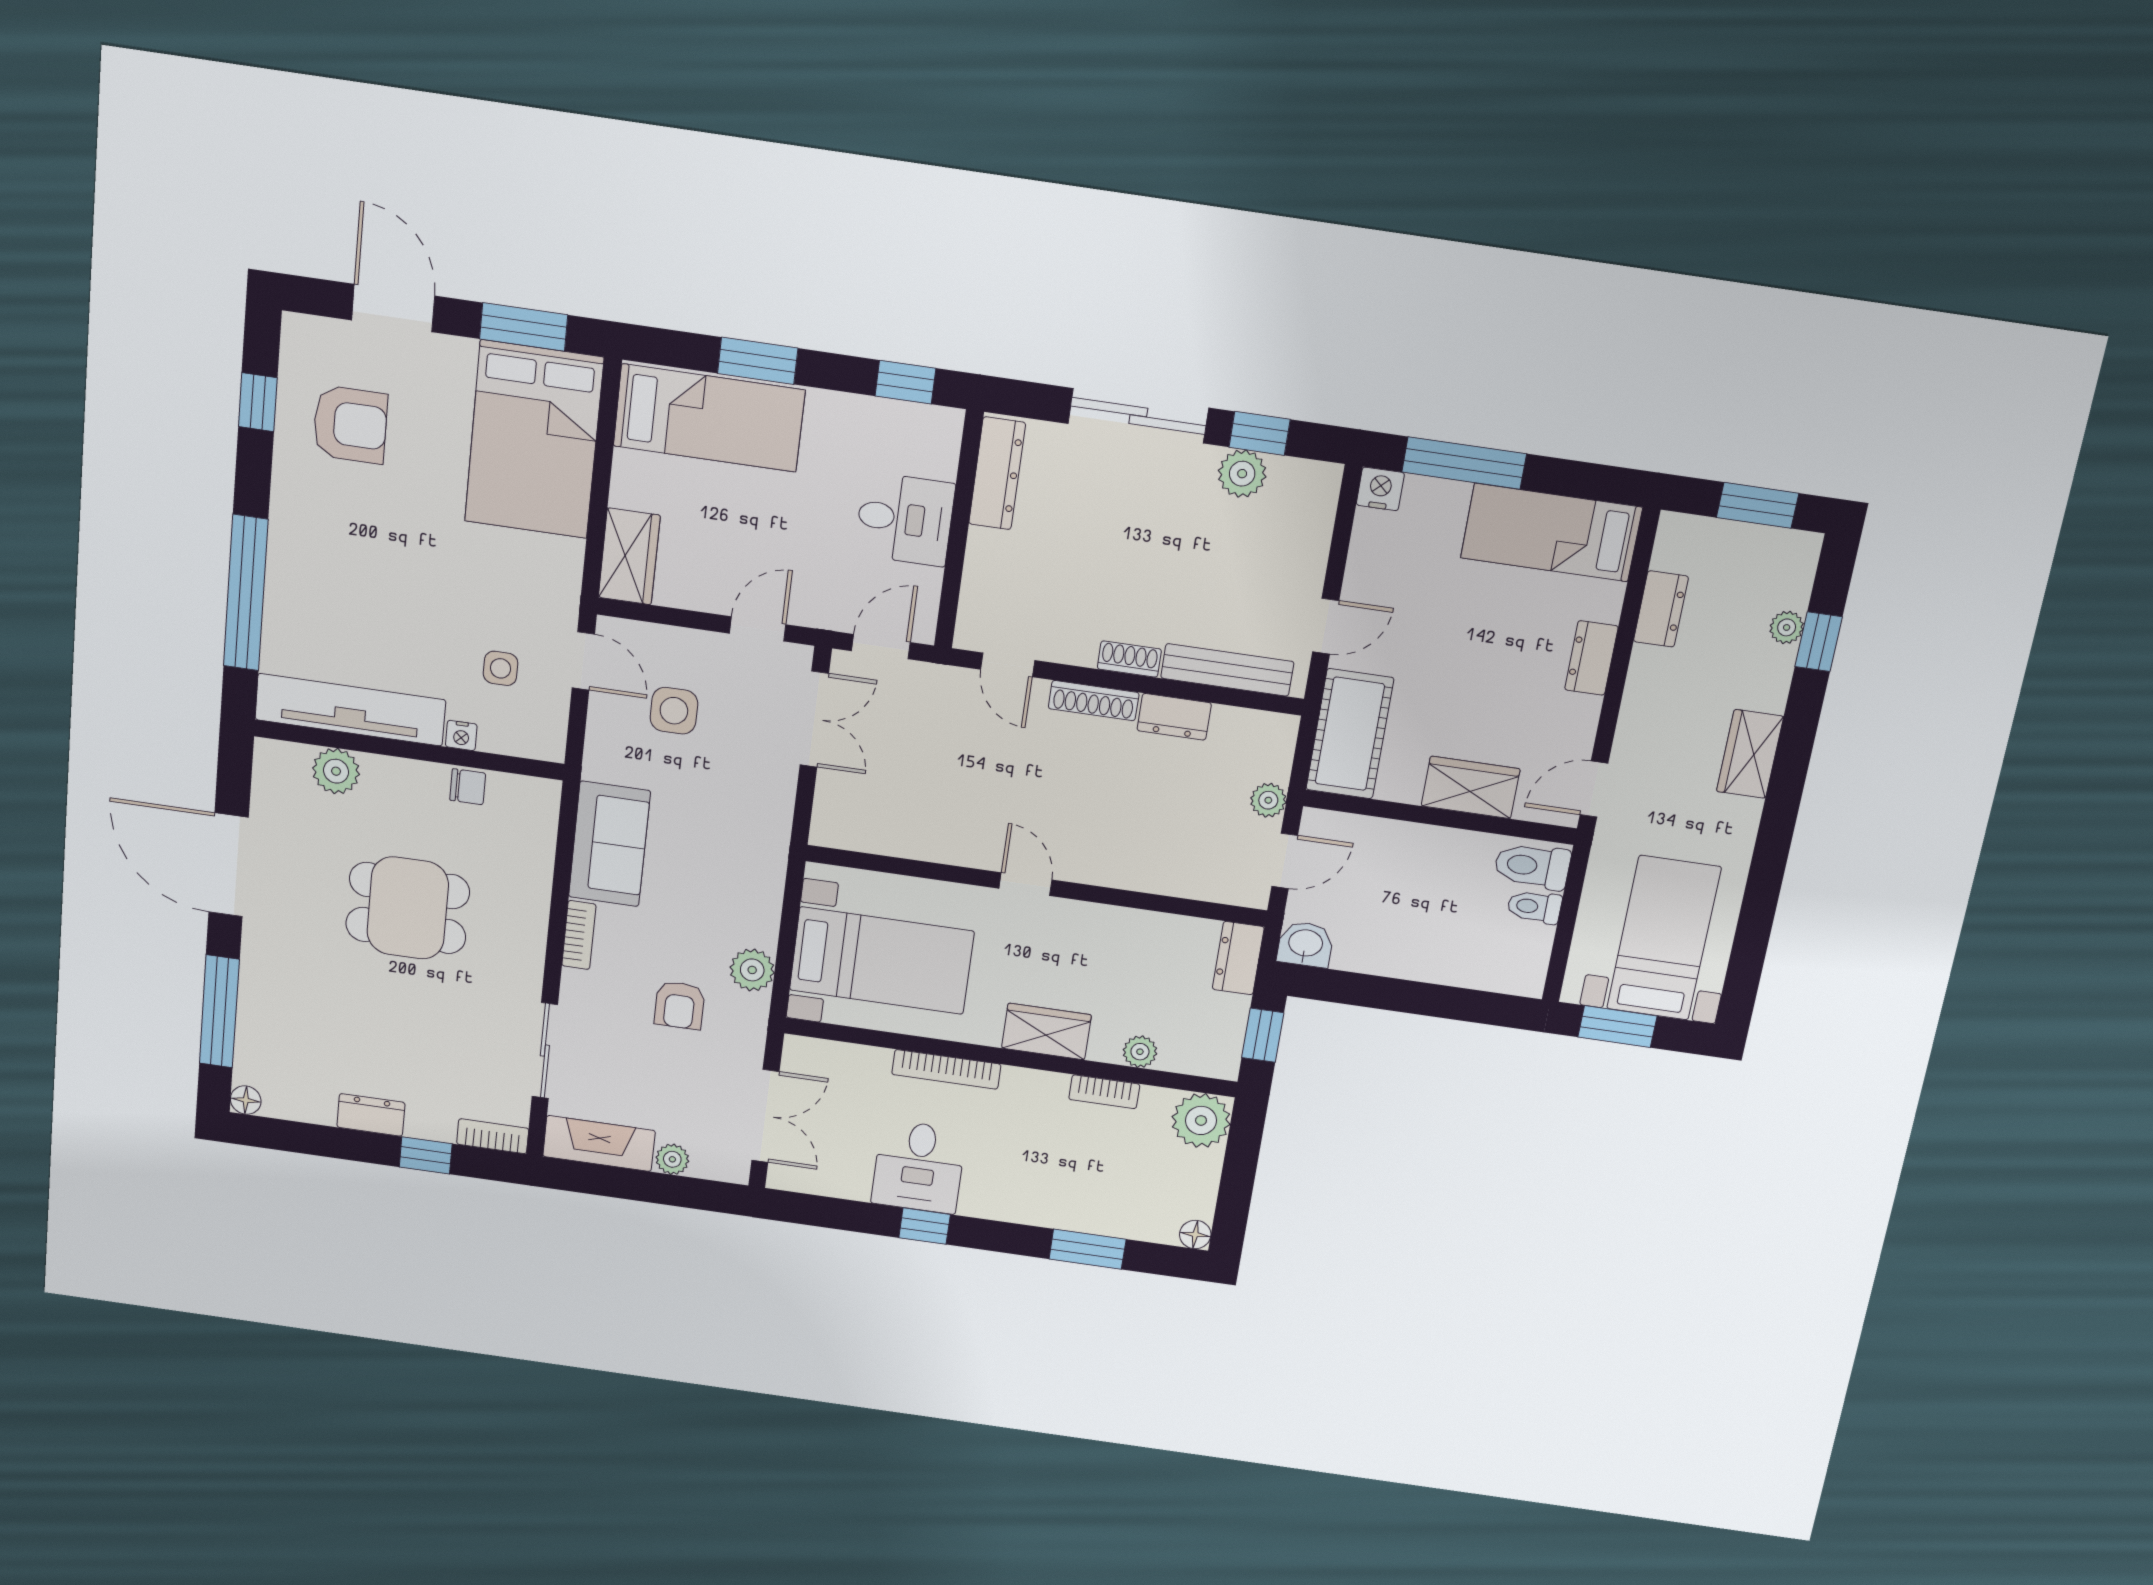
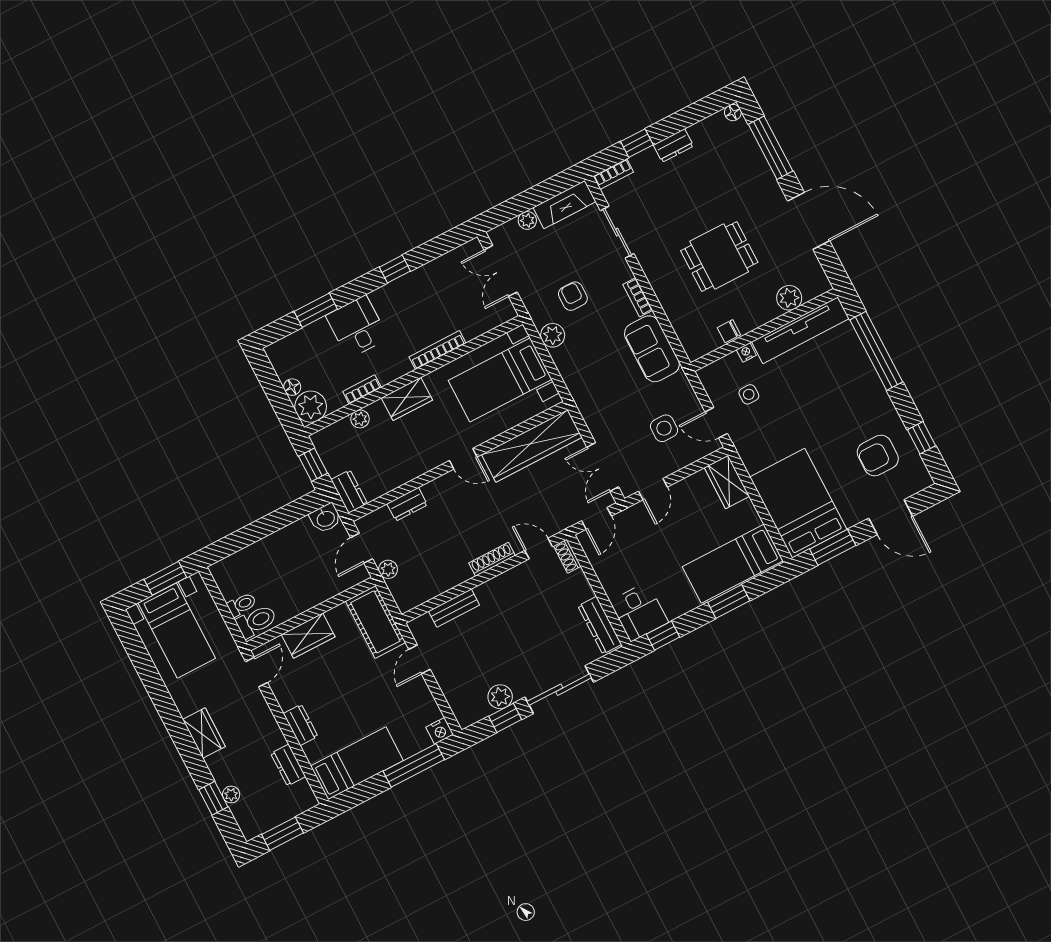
desk: (905, 519) -> (639, 612), moved, turned -90
shoe rack: (1129, 659) -> (567, 556), moved, turned 90
bench: (1227, 670) -> (454, 608), width x0.73
dresser: (1174, 717) -> (407, 504), moved, turned 180
wardrobe: (904, 829) -> (532, 446), added
desk: (919, 1167) -> (357, 327), moved
floor lamp: (1195, 1235) -> (292, 387), moved

